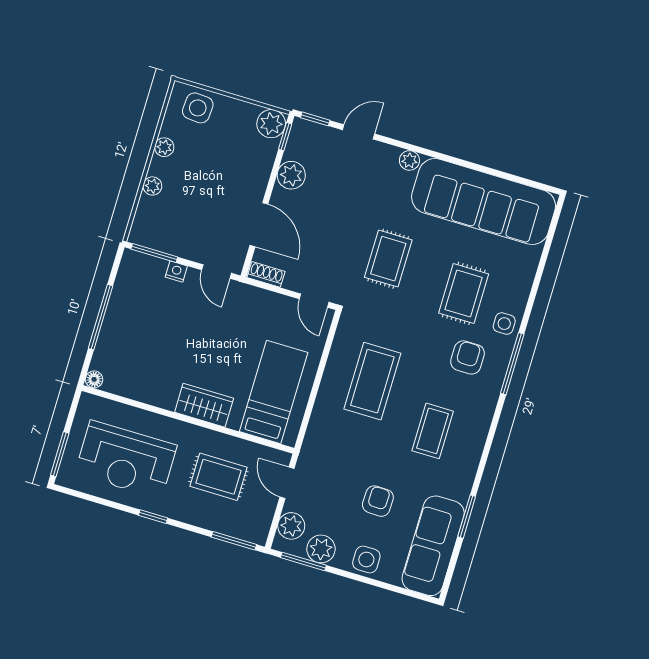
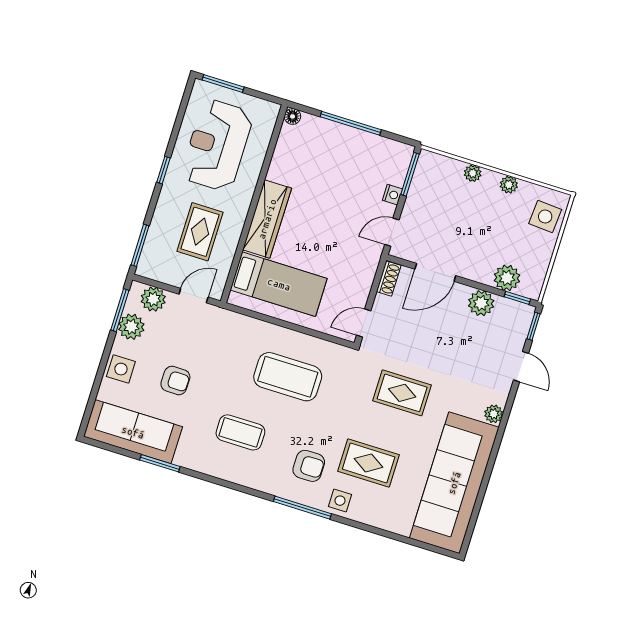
plant: (271, 124) -> (507, 278), moved
wardrobe: (204, 405) -> (267, 219), width x1.50

